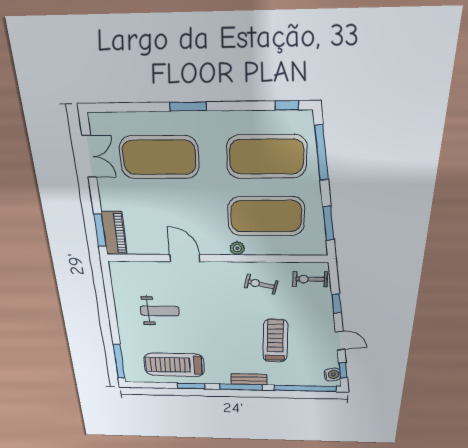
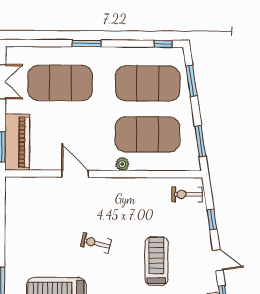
window: (321, 153) -> (191, 81), width x0.69
piano: (114, 233) -> (17, 142), width x1.37, depth x1.33
exercise bike: (261, 284) -> (96, 243), moved
weight bench: (160, 311) -> (47, 229), removed

